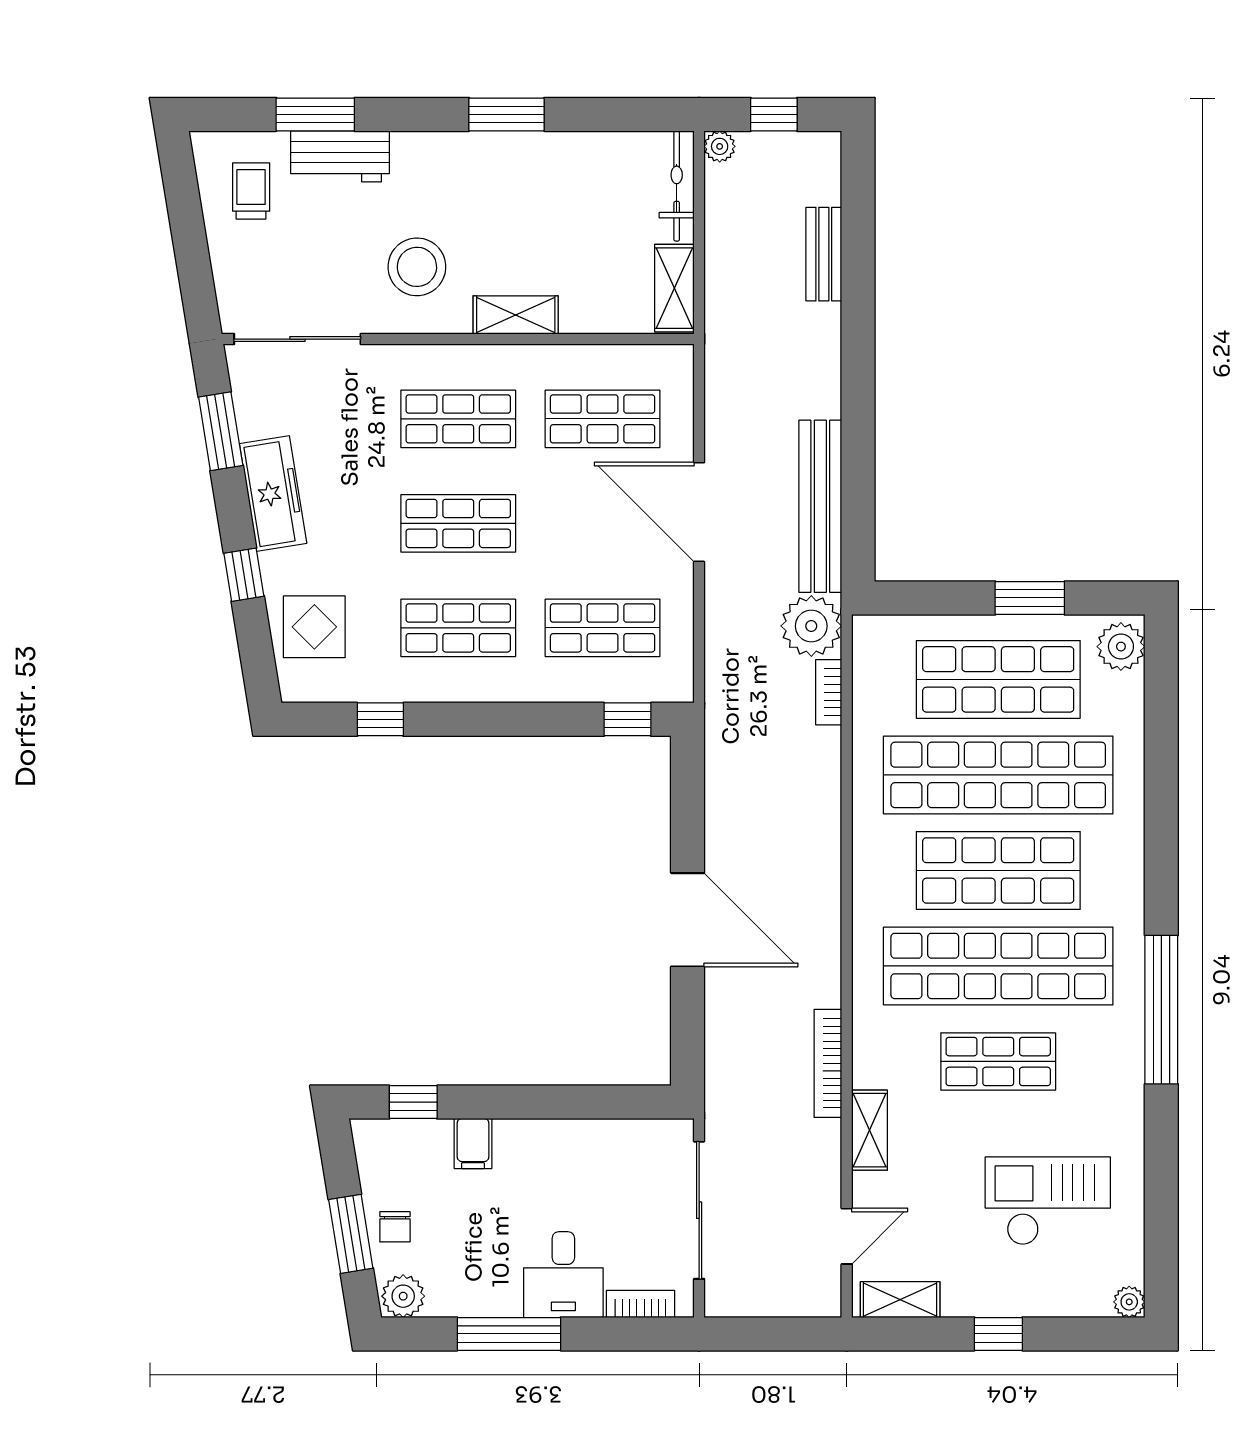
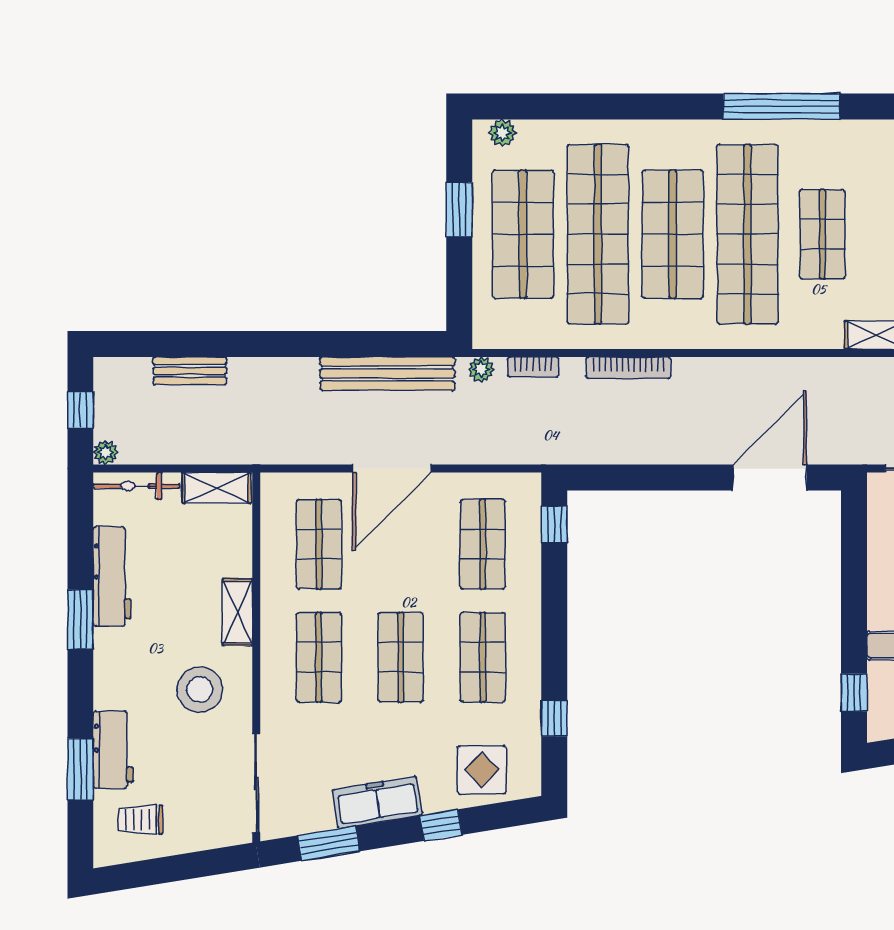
workbench: (561, 155) -> (112, 577), added
plant: (811, 626) -> (481, 370), width x0.53, depth x0.53
plant: (1121, 647) -> (502, 133), width x0.73, depth x0.73
door: (688, 920) -> (770, 478), moved
bookcase: (828, 1063) -> (628, 368), moved

